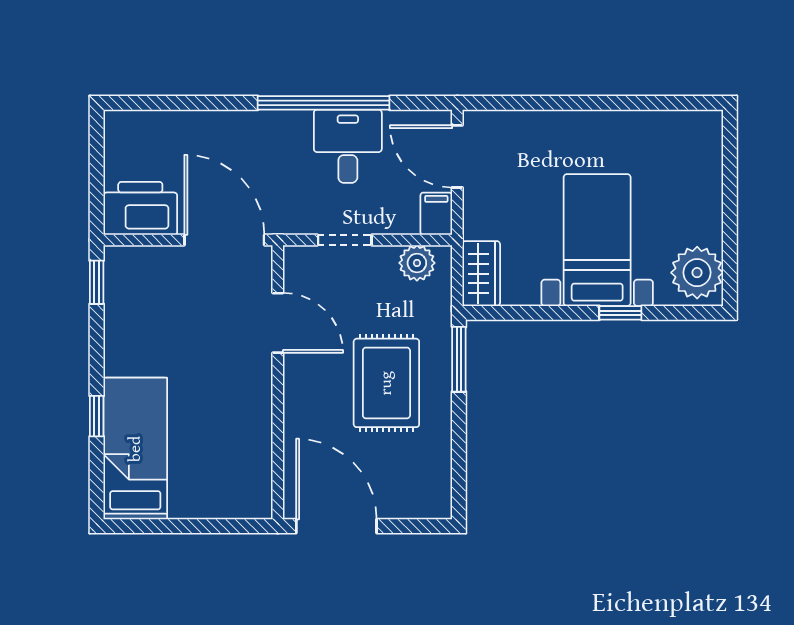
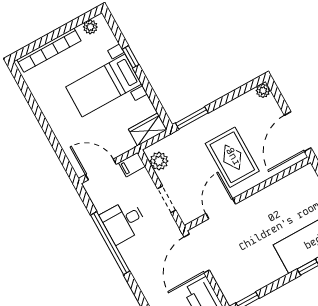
door: (457, 156) -> (101, 169), swing flipped
bookcase: (709, 180) -> (49, 50), added
plant: (697, 273) -> (90, 27), width x0.53, depth x0.53
rug: (386, 383) -> (232, 157), moved, turned 90
plant: (439, 506) -> (263, 91), added

